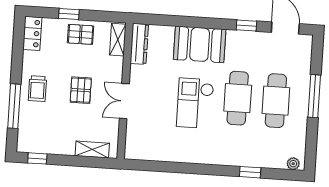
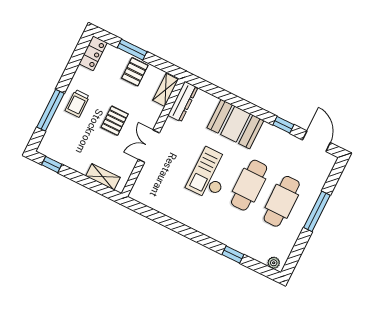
window: (69, 14) -> (132, 50), width x1.50
pallet: (81, 34) -> (135, 72), turned 90

